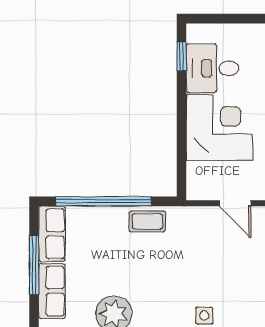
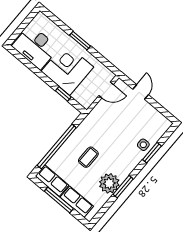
window: (182, 56) -> (63, 94), moved
desk: (213, 68) -> (35, 47), width x1.37
coffee table: (147, 221) -> (88, 157), moved

